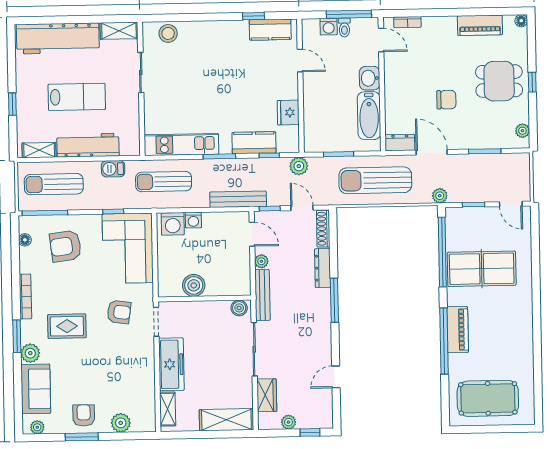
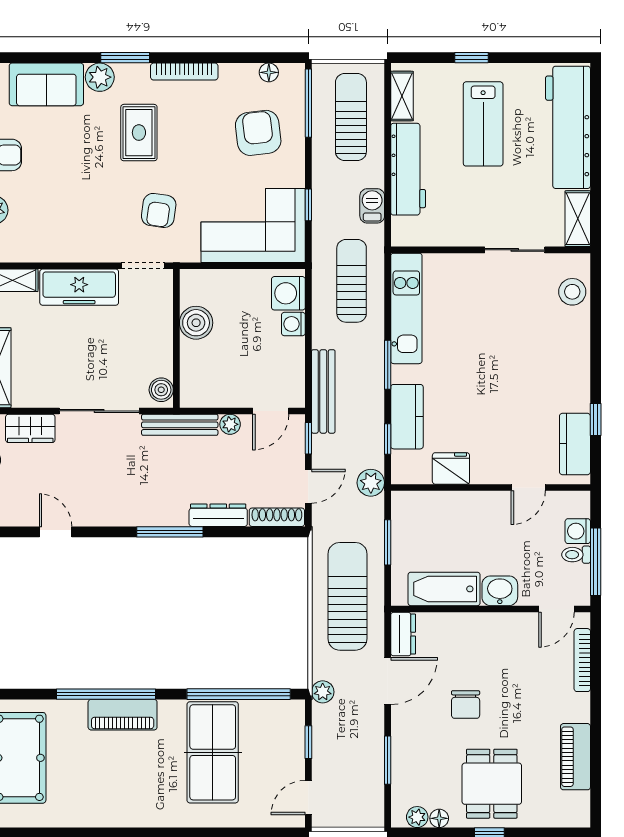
floor lamp: (521, 21) -> (439, 818), moved
bookcase: (407, 22) -> (582, 660), width x1.56
lab bench: (77, 97) -> (483, 124), moved

